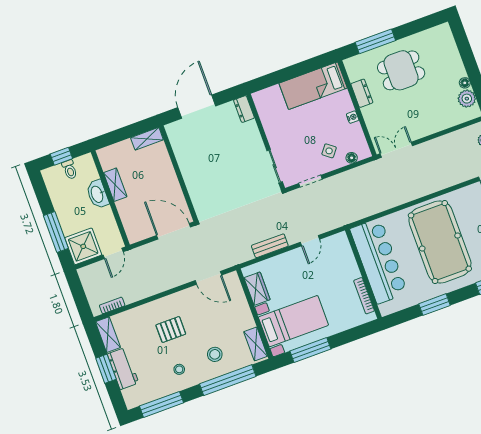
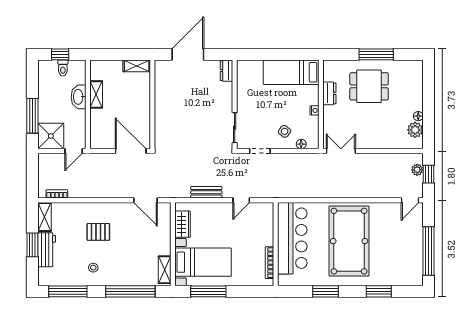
window: (375, 41) -> (376, 54), moved
stool: (215, 354) -> (127, 266), removed

